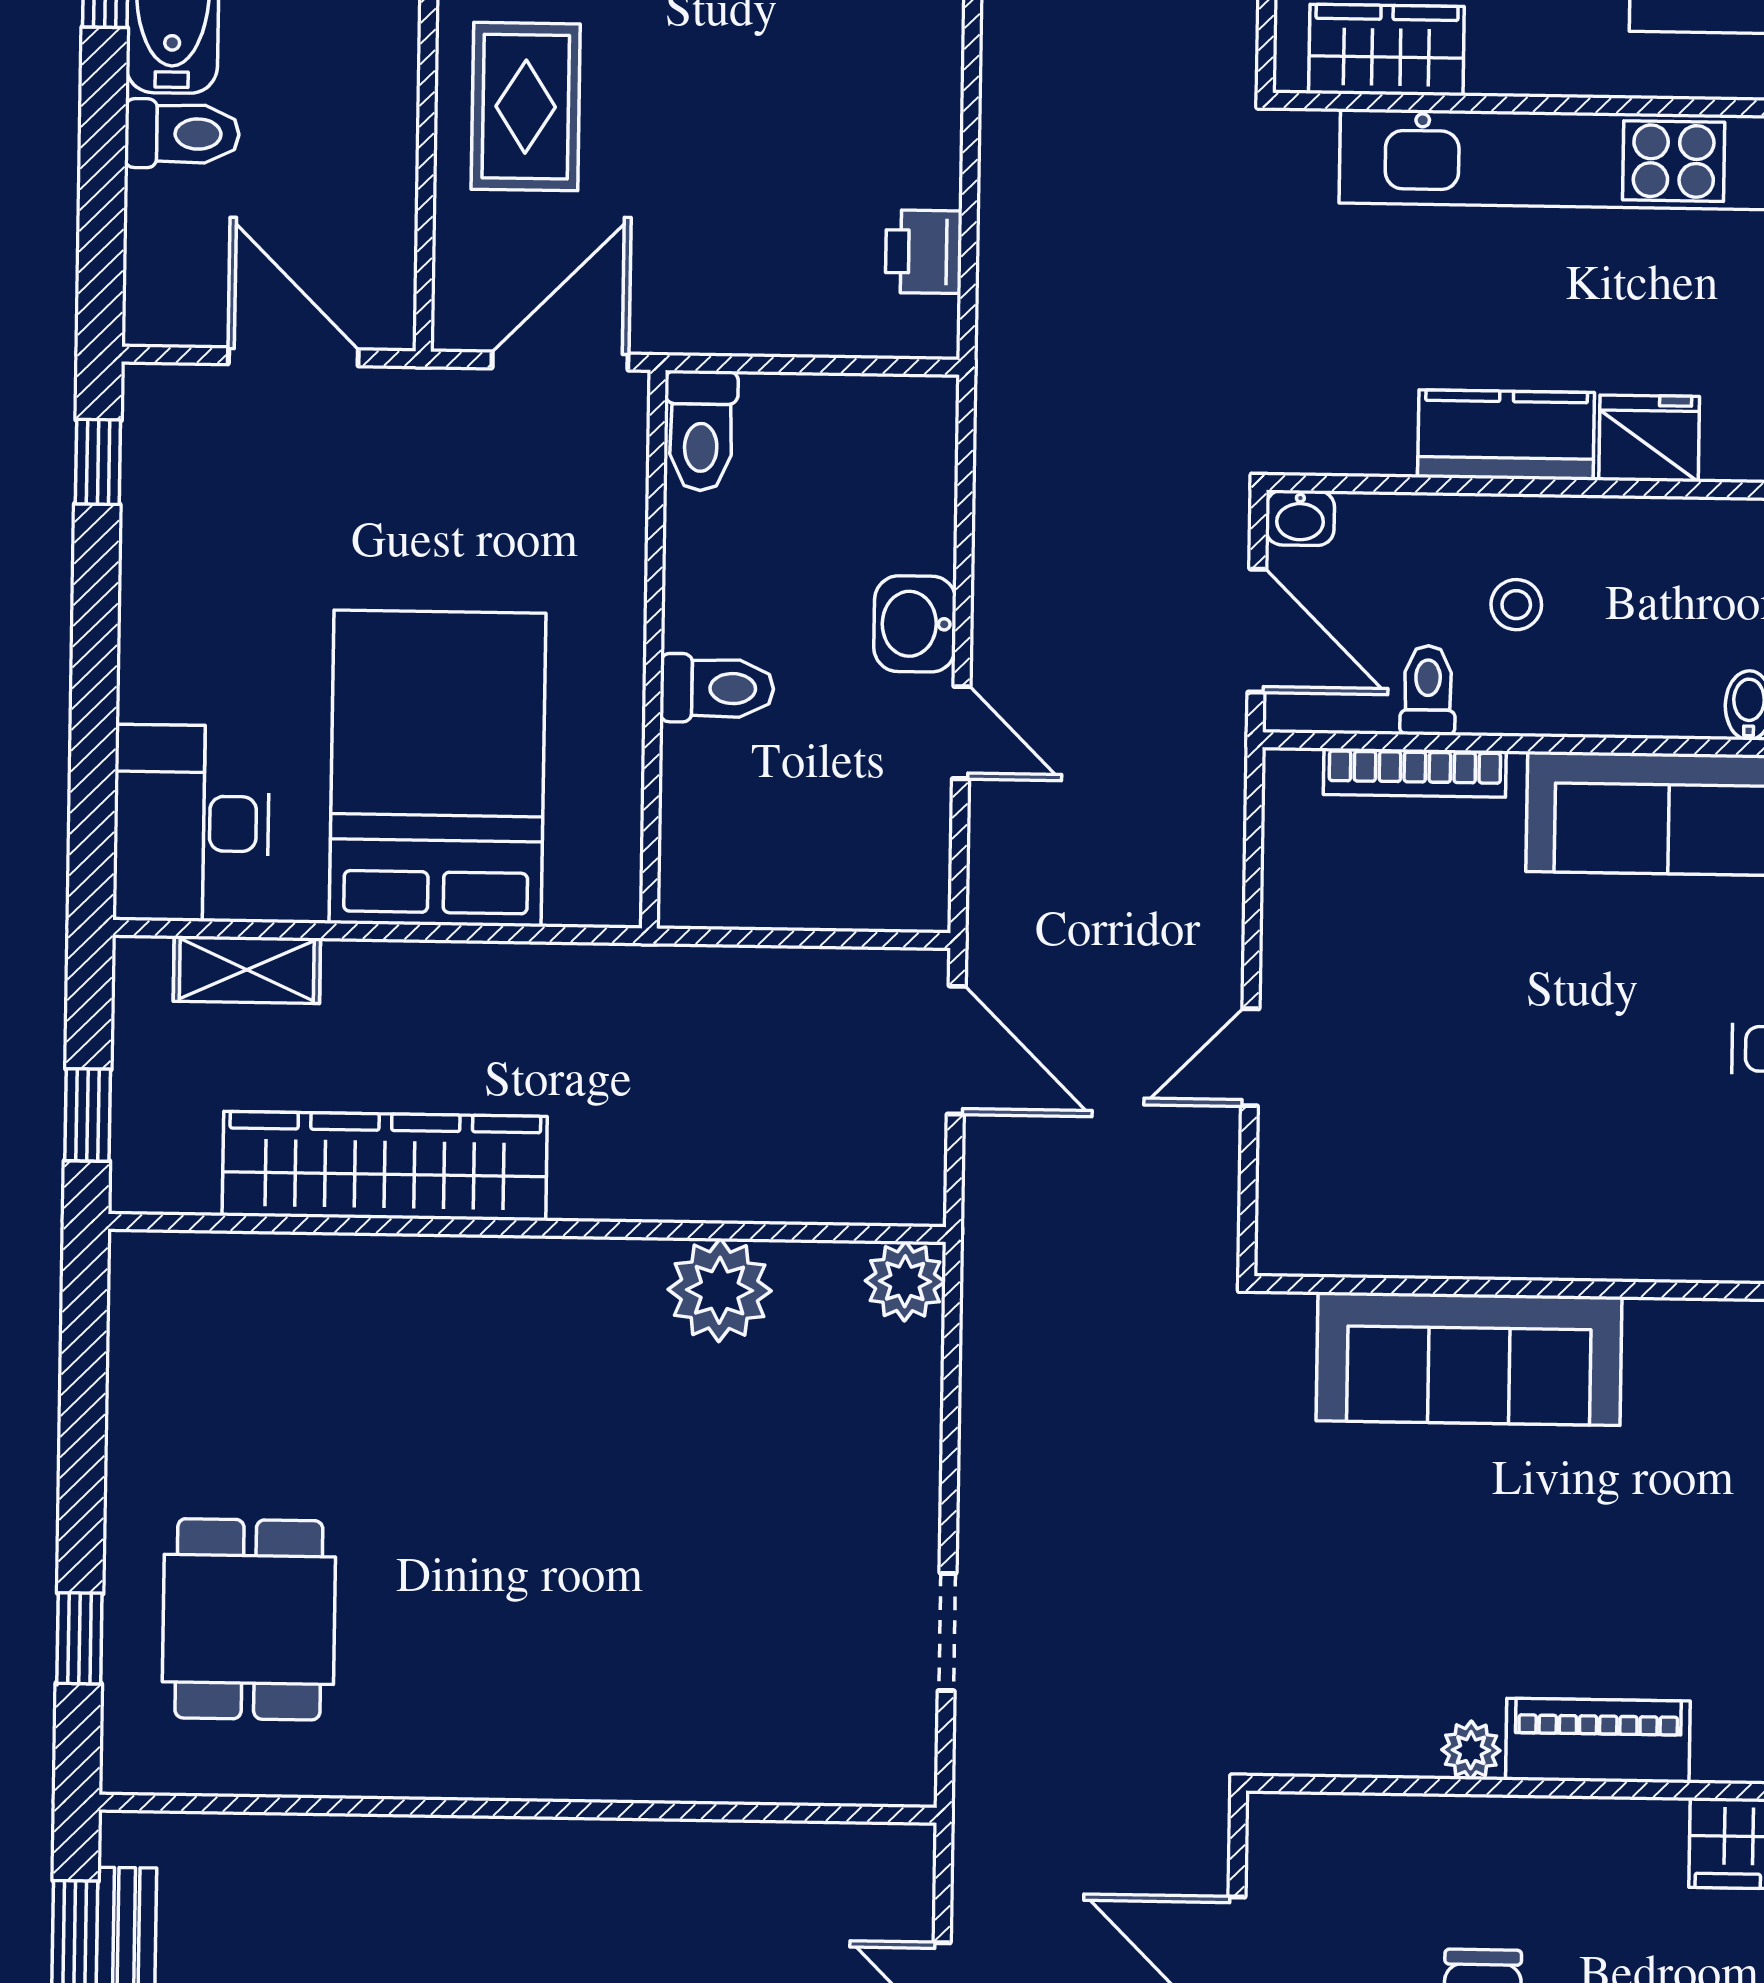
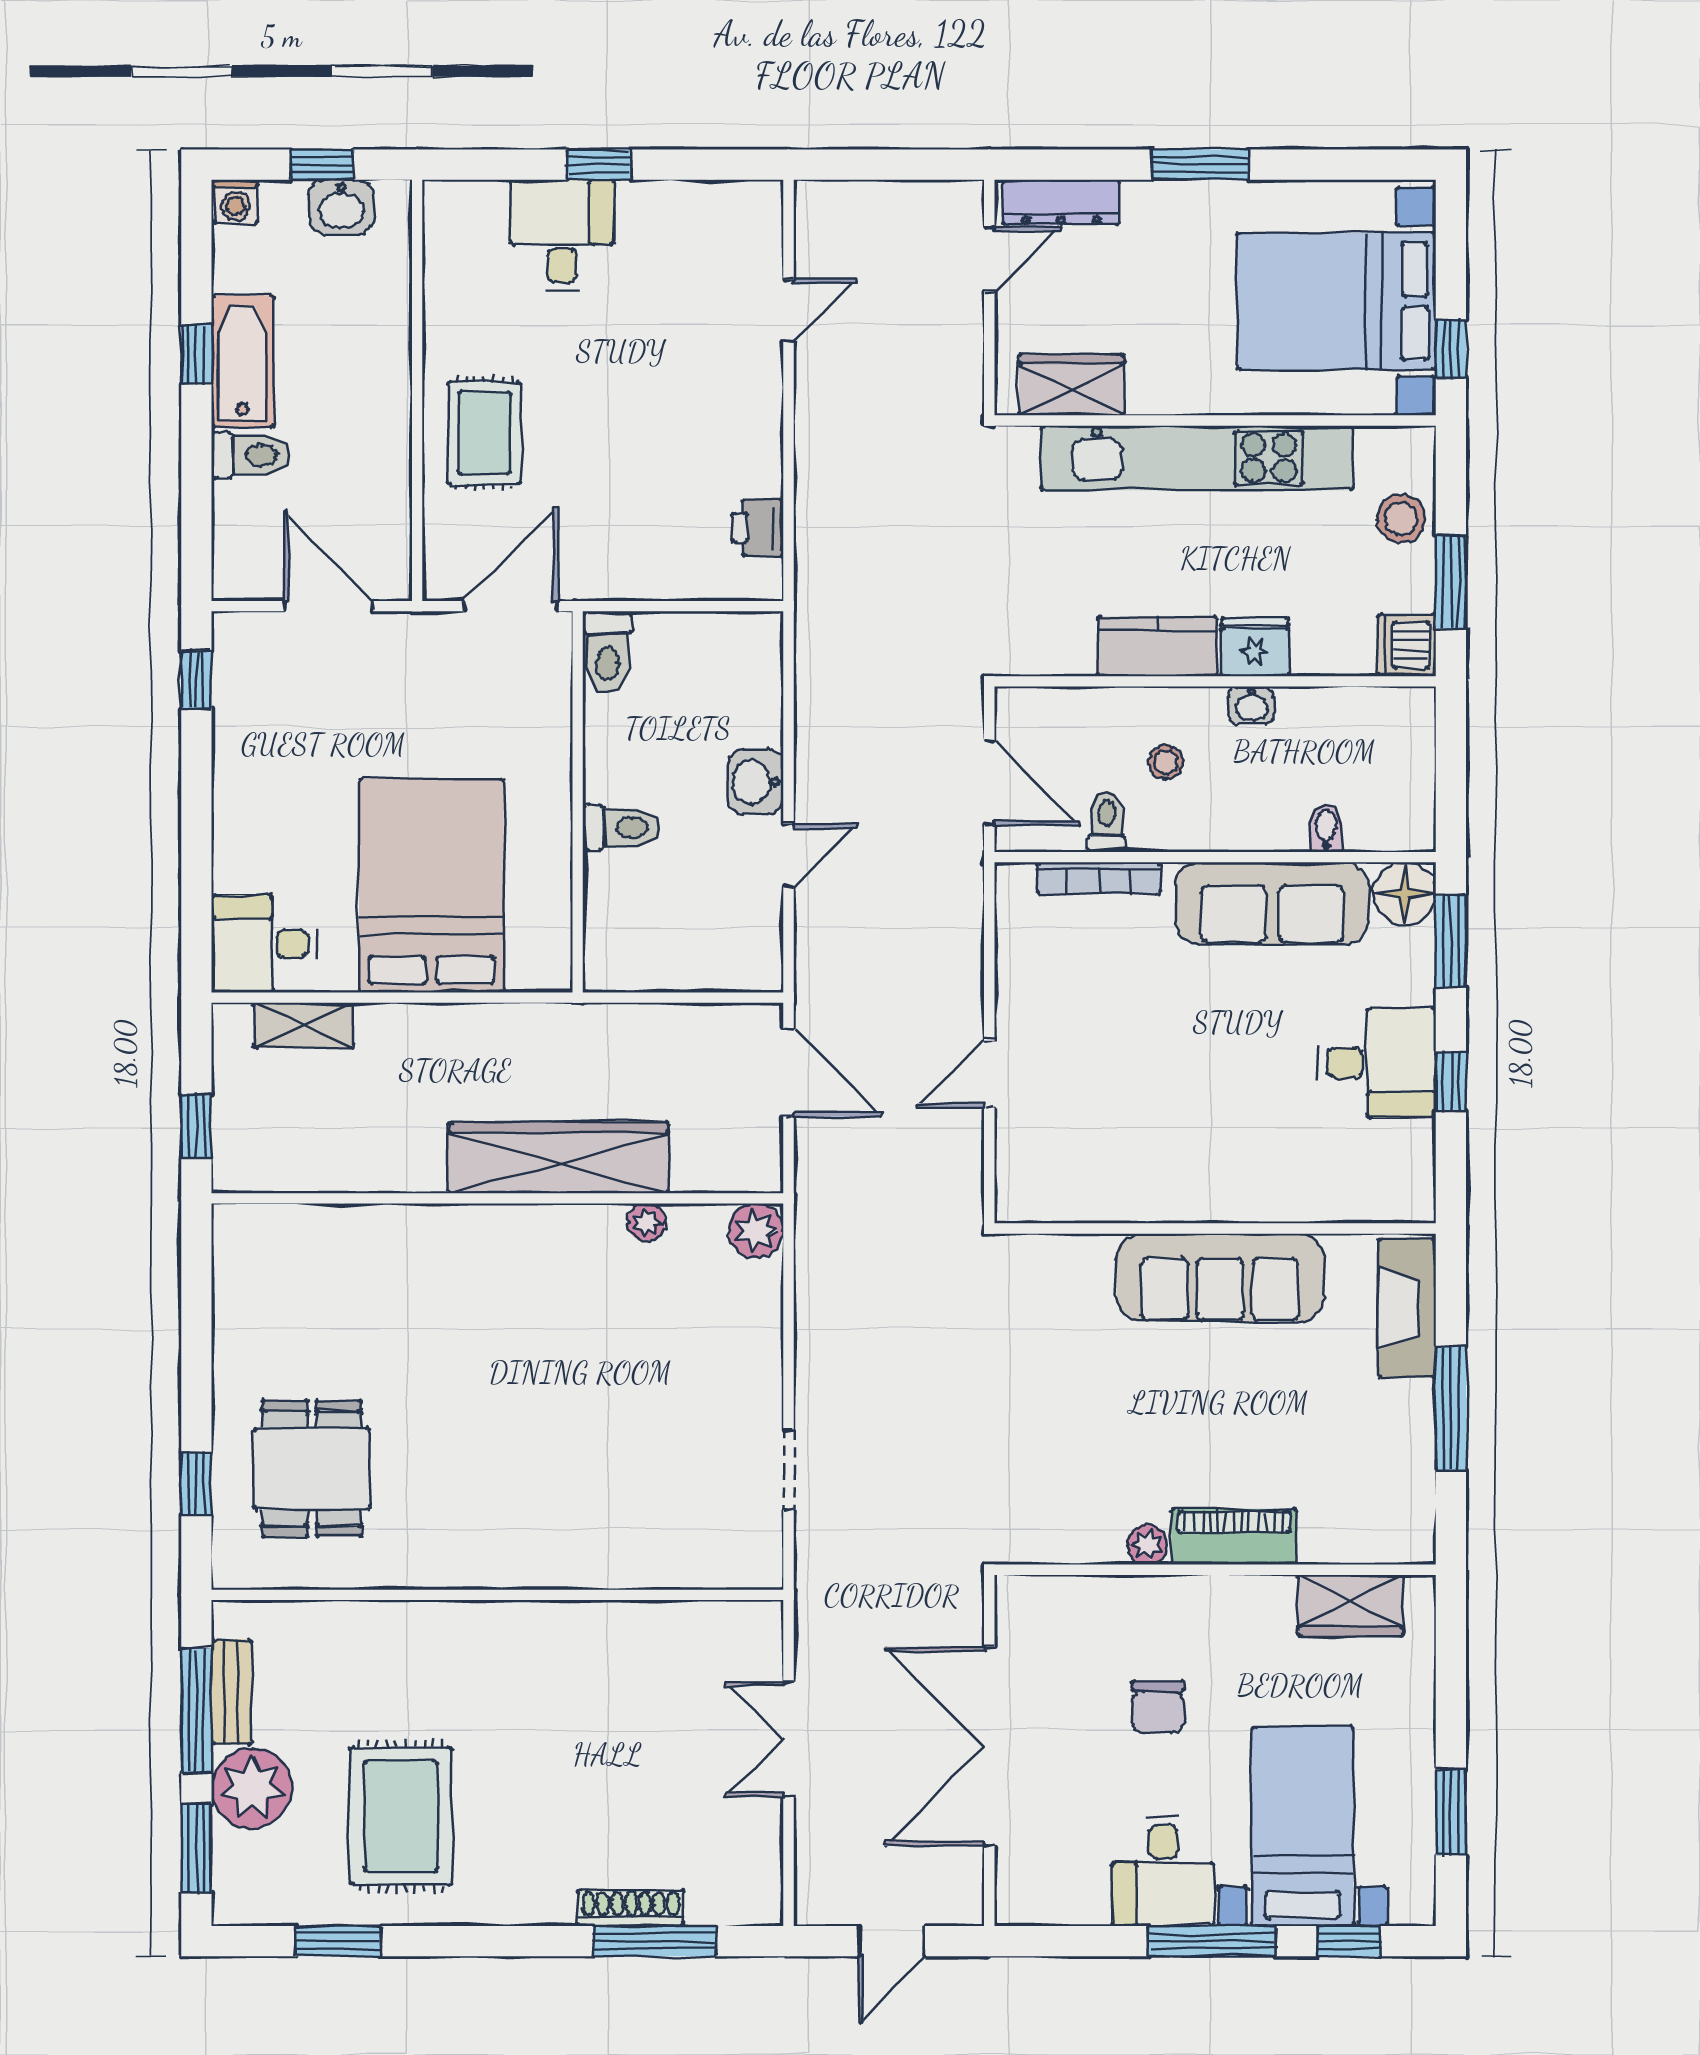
washbasin: (1300, 518) -> (1251, 705), moved
door: (961, 733) -> (788, 856), hinge flipped
desk: (191, 823) -> (264, 944), width x0.73
wardrobe: (385, 1166) -> (559, 1158), moved
plant: (720, 1290) -> (646, 1222), width x0.53, depth x0.53
sofa: (1469, 1359) -> (1220, 1278), moved

